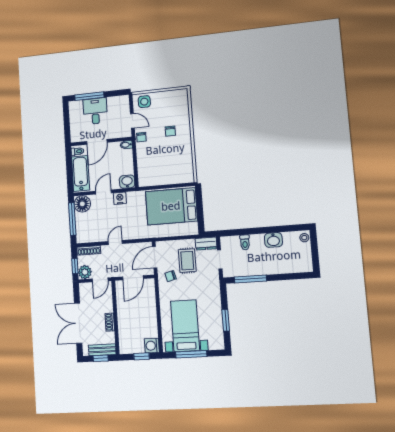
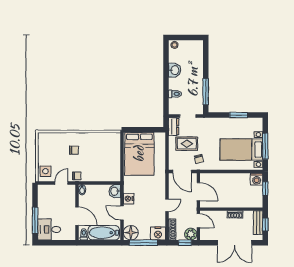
desk: (95, 111) -> (49, 229), moved
nightstand: (83, 235) -> (158, 233), added
door: (115, 243) -> (167, 205), swing flipped

